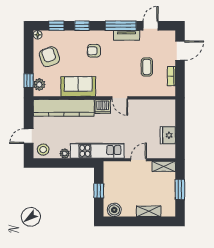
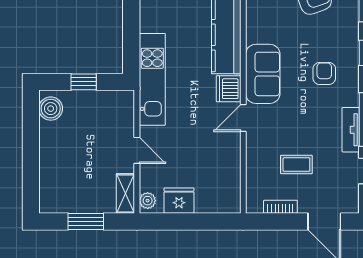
sofa: (78, 86) -> (263, 74), moved
plant: (65, 154) -> (148, 201), moved
shelving: (149, 211) -> (48, 168), removed

